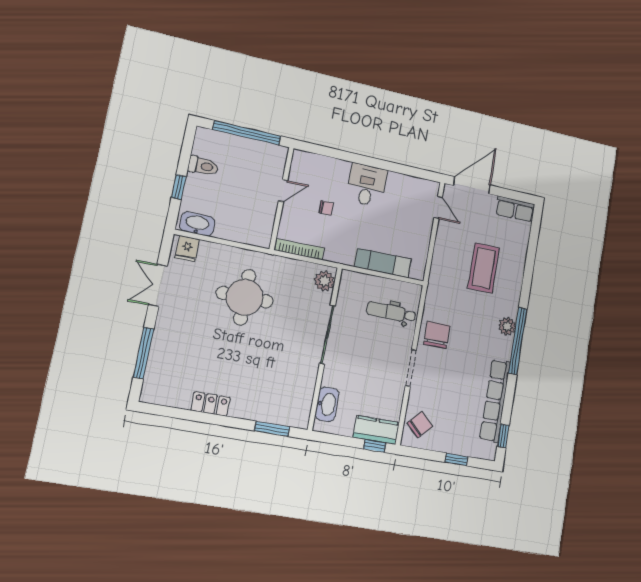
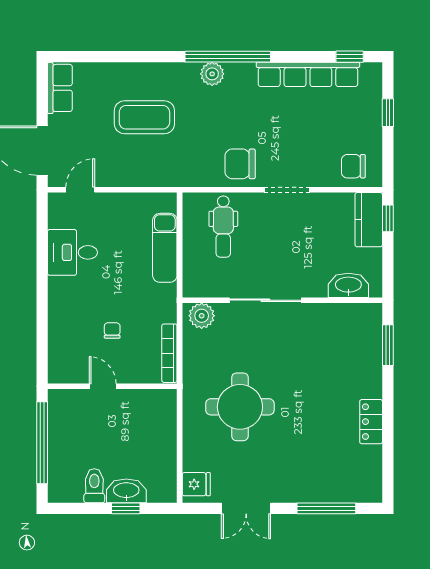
desk: (367, 185) -> (72, 252), moved
washbasin: (197, 224) -> (126, 491), moved, turned 90
chair: (420, 425) -> (353, 166), turned -44

